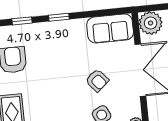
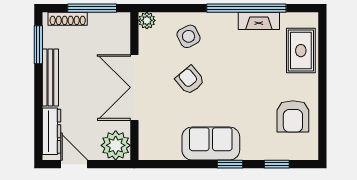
sofa: (110, 29) -> (211, 143), moved

